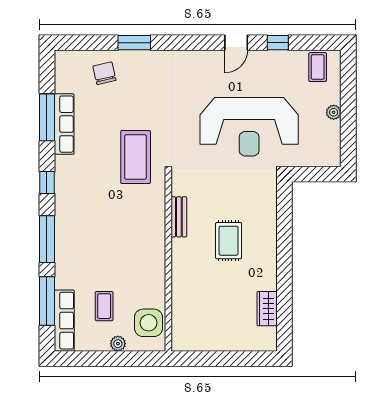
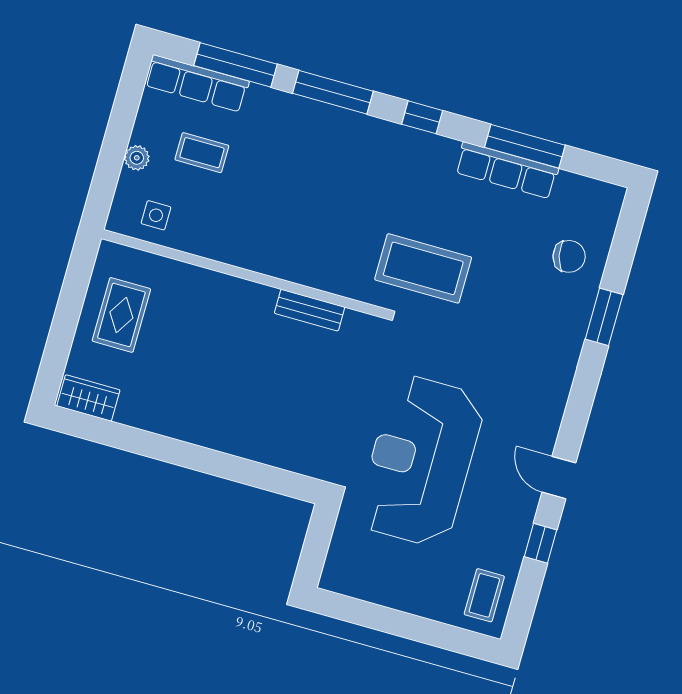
coffee table: (318, 67) -> (484, 595), turned 90
plant: (334, 112) -> (406, 600), removed
rug: (229, 241) -> (121, 315), moved, turned 90
wardrobe: (267, 309) -> (88, 398), moved
side table: (148, 323) -> (156, 215), width x0.54, depth x0.54

